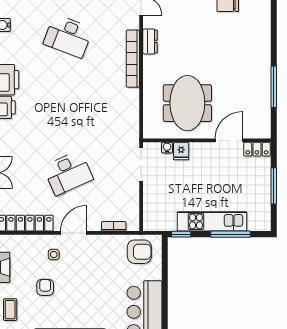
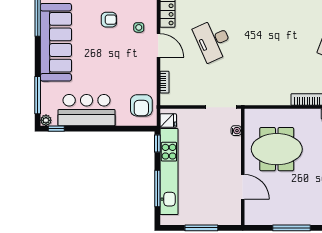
locker: (257, 149) -> (235, 212), removed
fridge: (181, 151) -> (168, 121), moved, turned 180
kitchen unit: (212, 221) -> (169, 172), width x1.36

